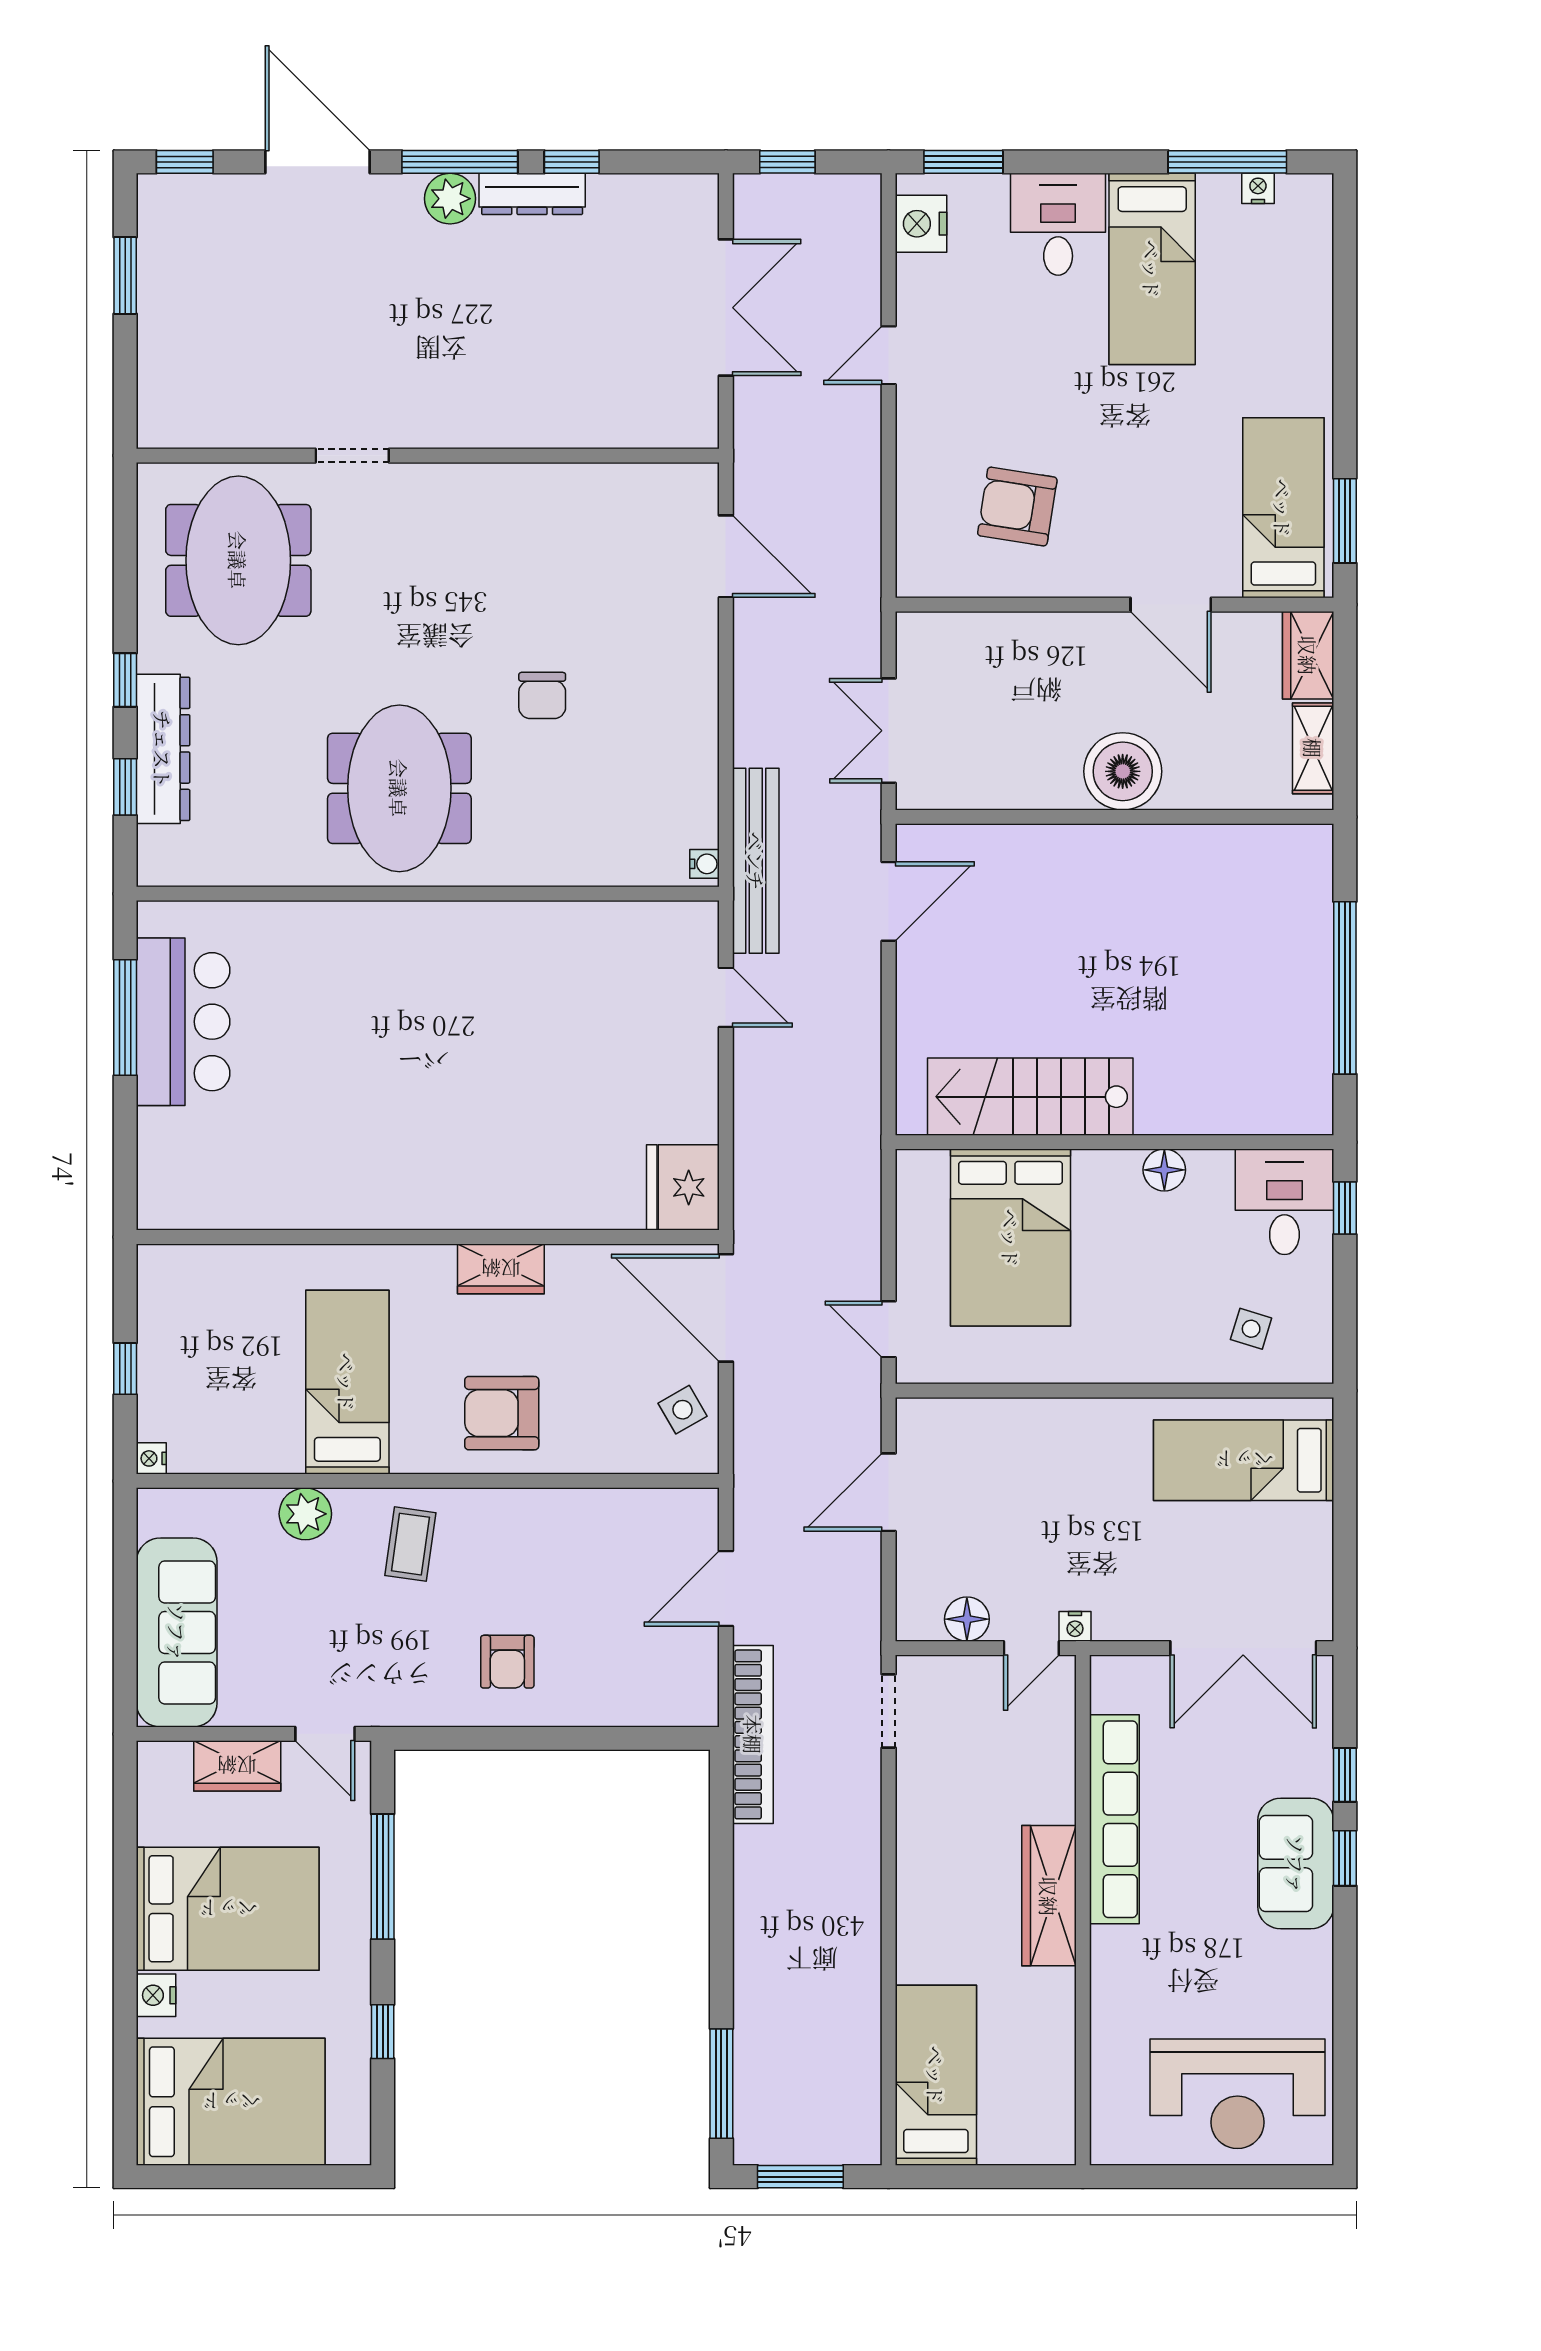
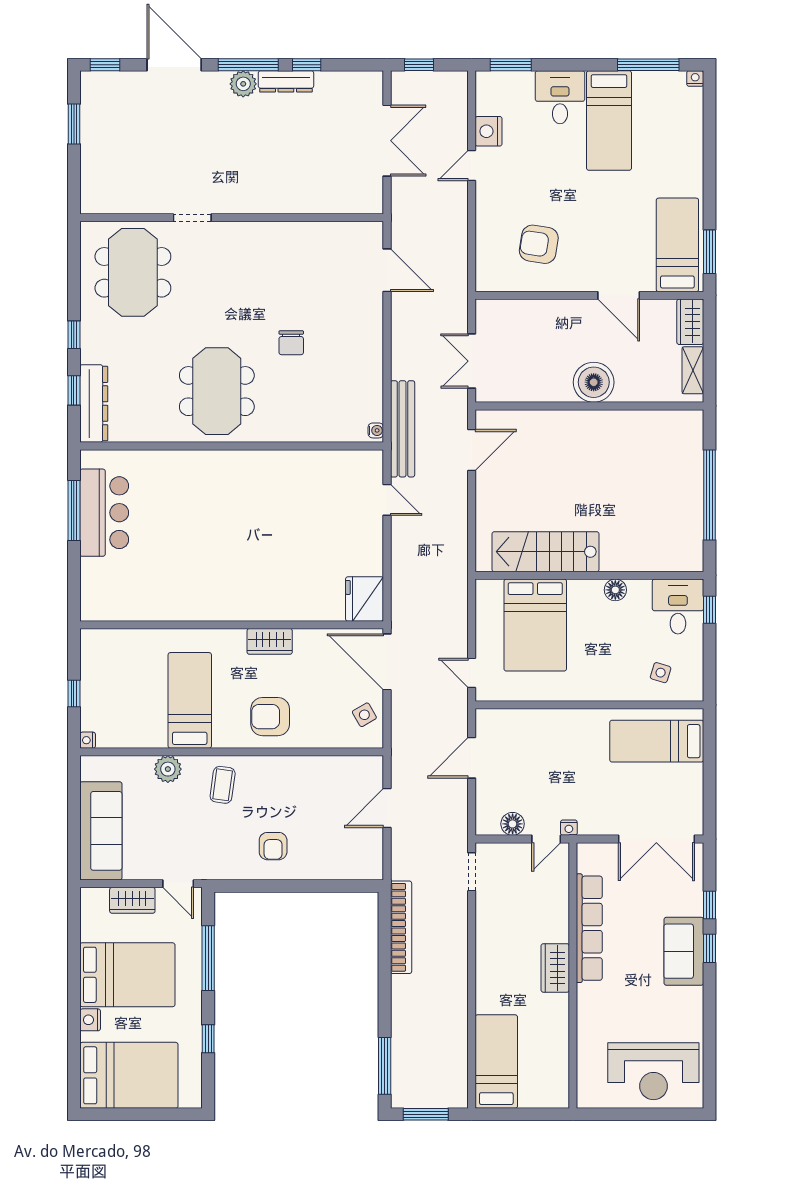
nightstand: (1258, 188) -> (695, 79), moved
nightstand: (921, 224) -> (489, 131), moved
dresser: (163, 749) -> (94, 404), moved
bookcase: (753, 1734) -> (401, 927), moved
wardrobe: (1049, 1896) -> (555, 968), width x0.67

